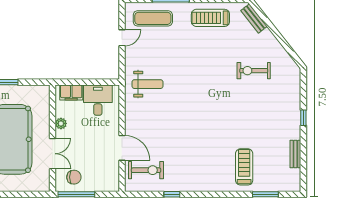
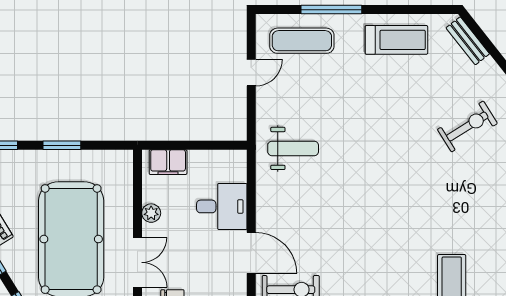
treadmill: (210, 18) -> (396, 40), turned 180
exercise bike: (254, 71) -> (467, 126), turned 148
desk: (98, 100) -> (222, 206), moved, turned 90

